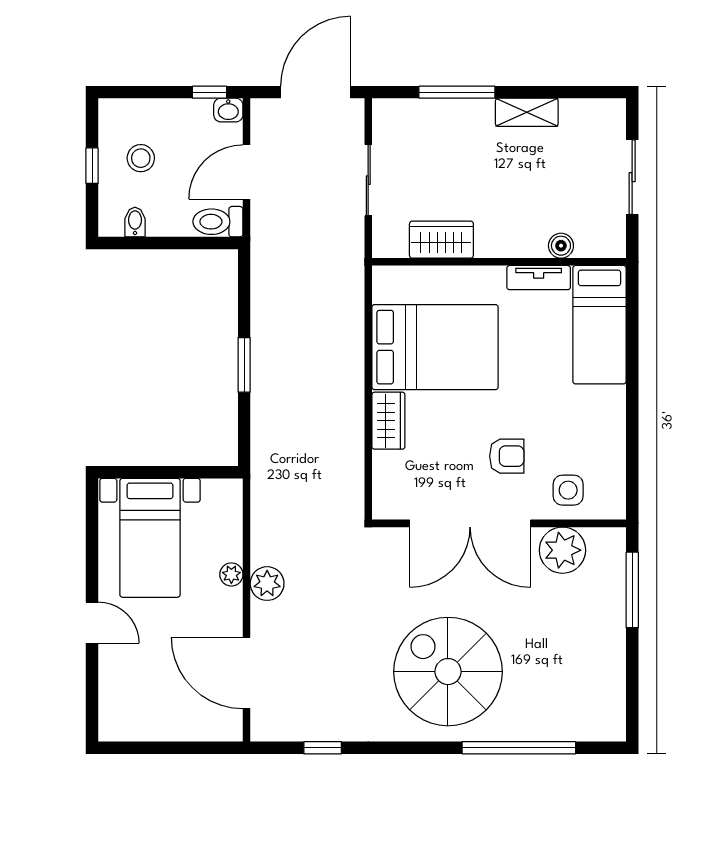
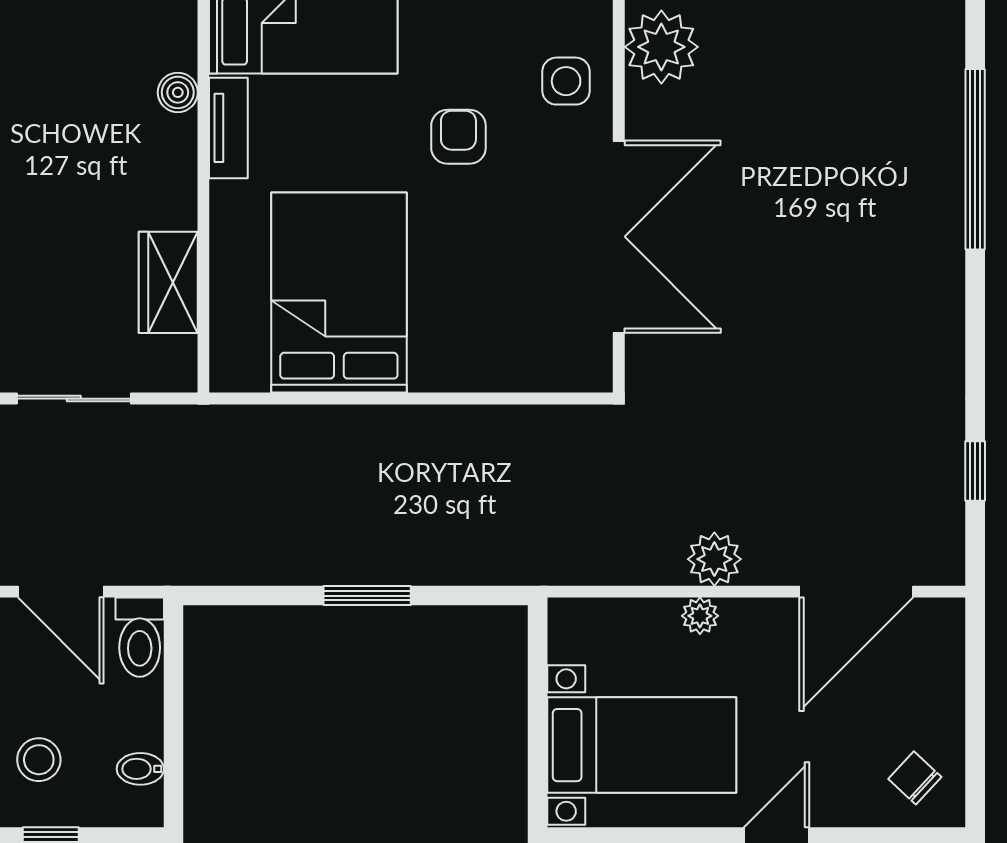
wardrobe: (388, 421) -> (456, 366), removed
armchair: (507, 456) -> (458, 137), moved
plant: (562, 550) -> (661, 47), moved
spiral stairs: (448, 672) -> (854, 272), removed
chair: (129, 710) -> (915, 778), added

